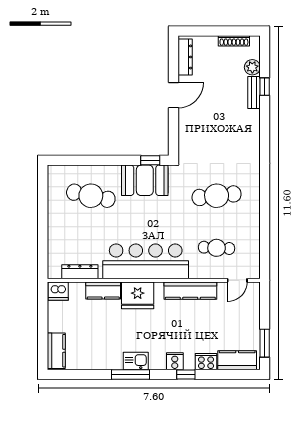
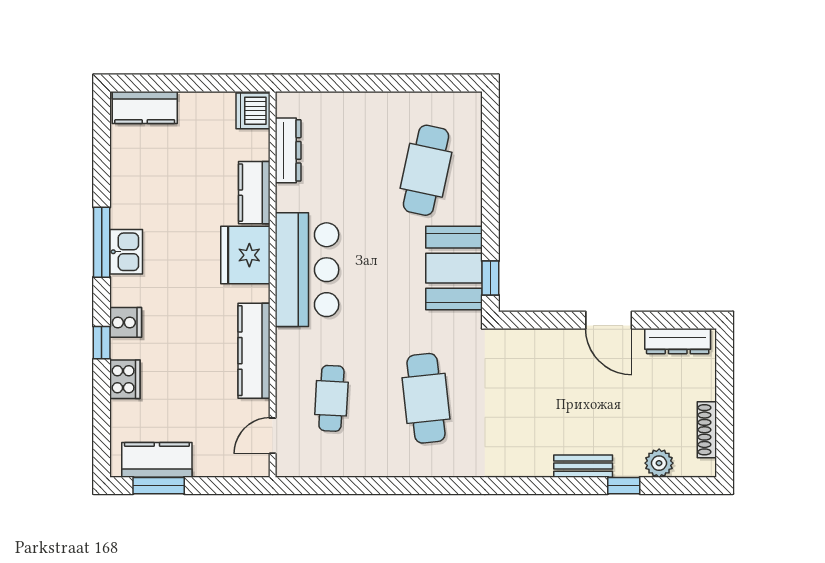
bench: (254, 92) -> (583, 466), moved
bar counter: (146, 261) -> (307, 270), width x0.73
door: (237, 280) -> (273, 436), hinge flipped
kitchen counter: (237, 360) -> (157, 460), moved, turned -90

